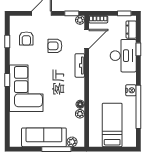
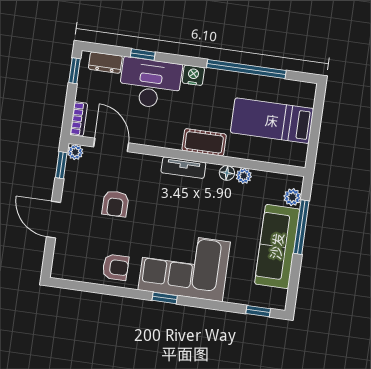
armchair: (26, 38) -> (115, 267), moved
window: (7, 42) -> (258, 311), moved
tv unit: (80, 65) -> (183, 168), moved
cot: (95, 90) -> (204, 142), added
nightstand: (131, 90) -> (193, 75), moved

